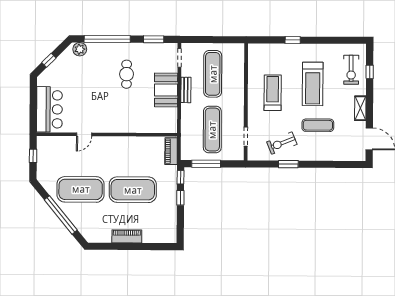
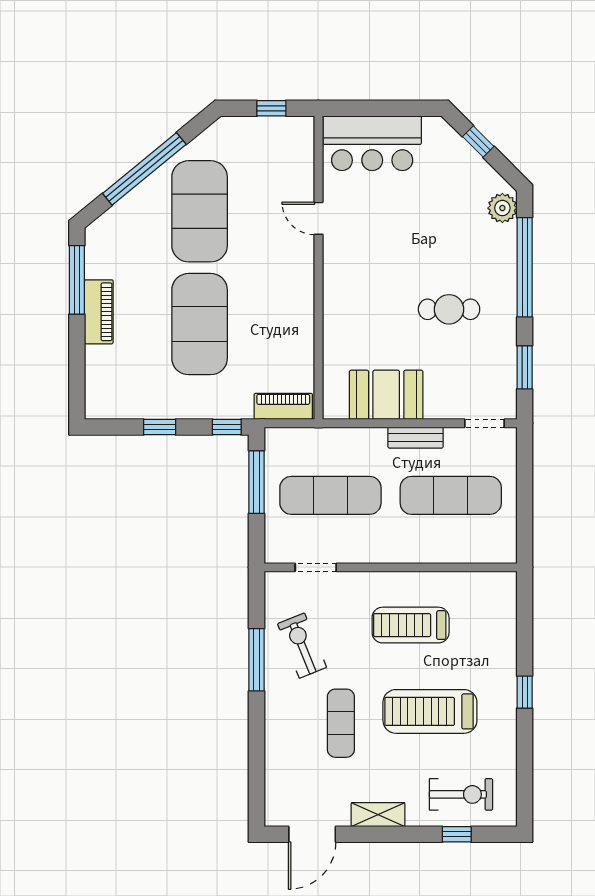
window: (293, 40) -> (525, 692), moved
exercise bike: (351, 70) -> (461, 794), turned 180
booth: (166, 90) -> (386, 395), moved
treadmill: (273, 93) -> (411, 625), turned 180
window: (288, 164) -> (257, 660), width x1.44
window: (180, 198) -> (160, 427), moved
window: (112, 246) -> (77, 280), added

